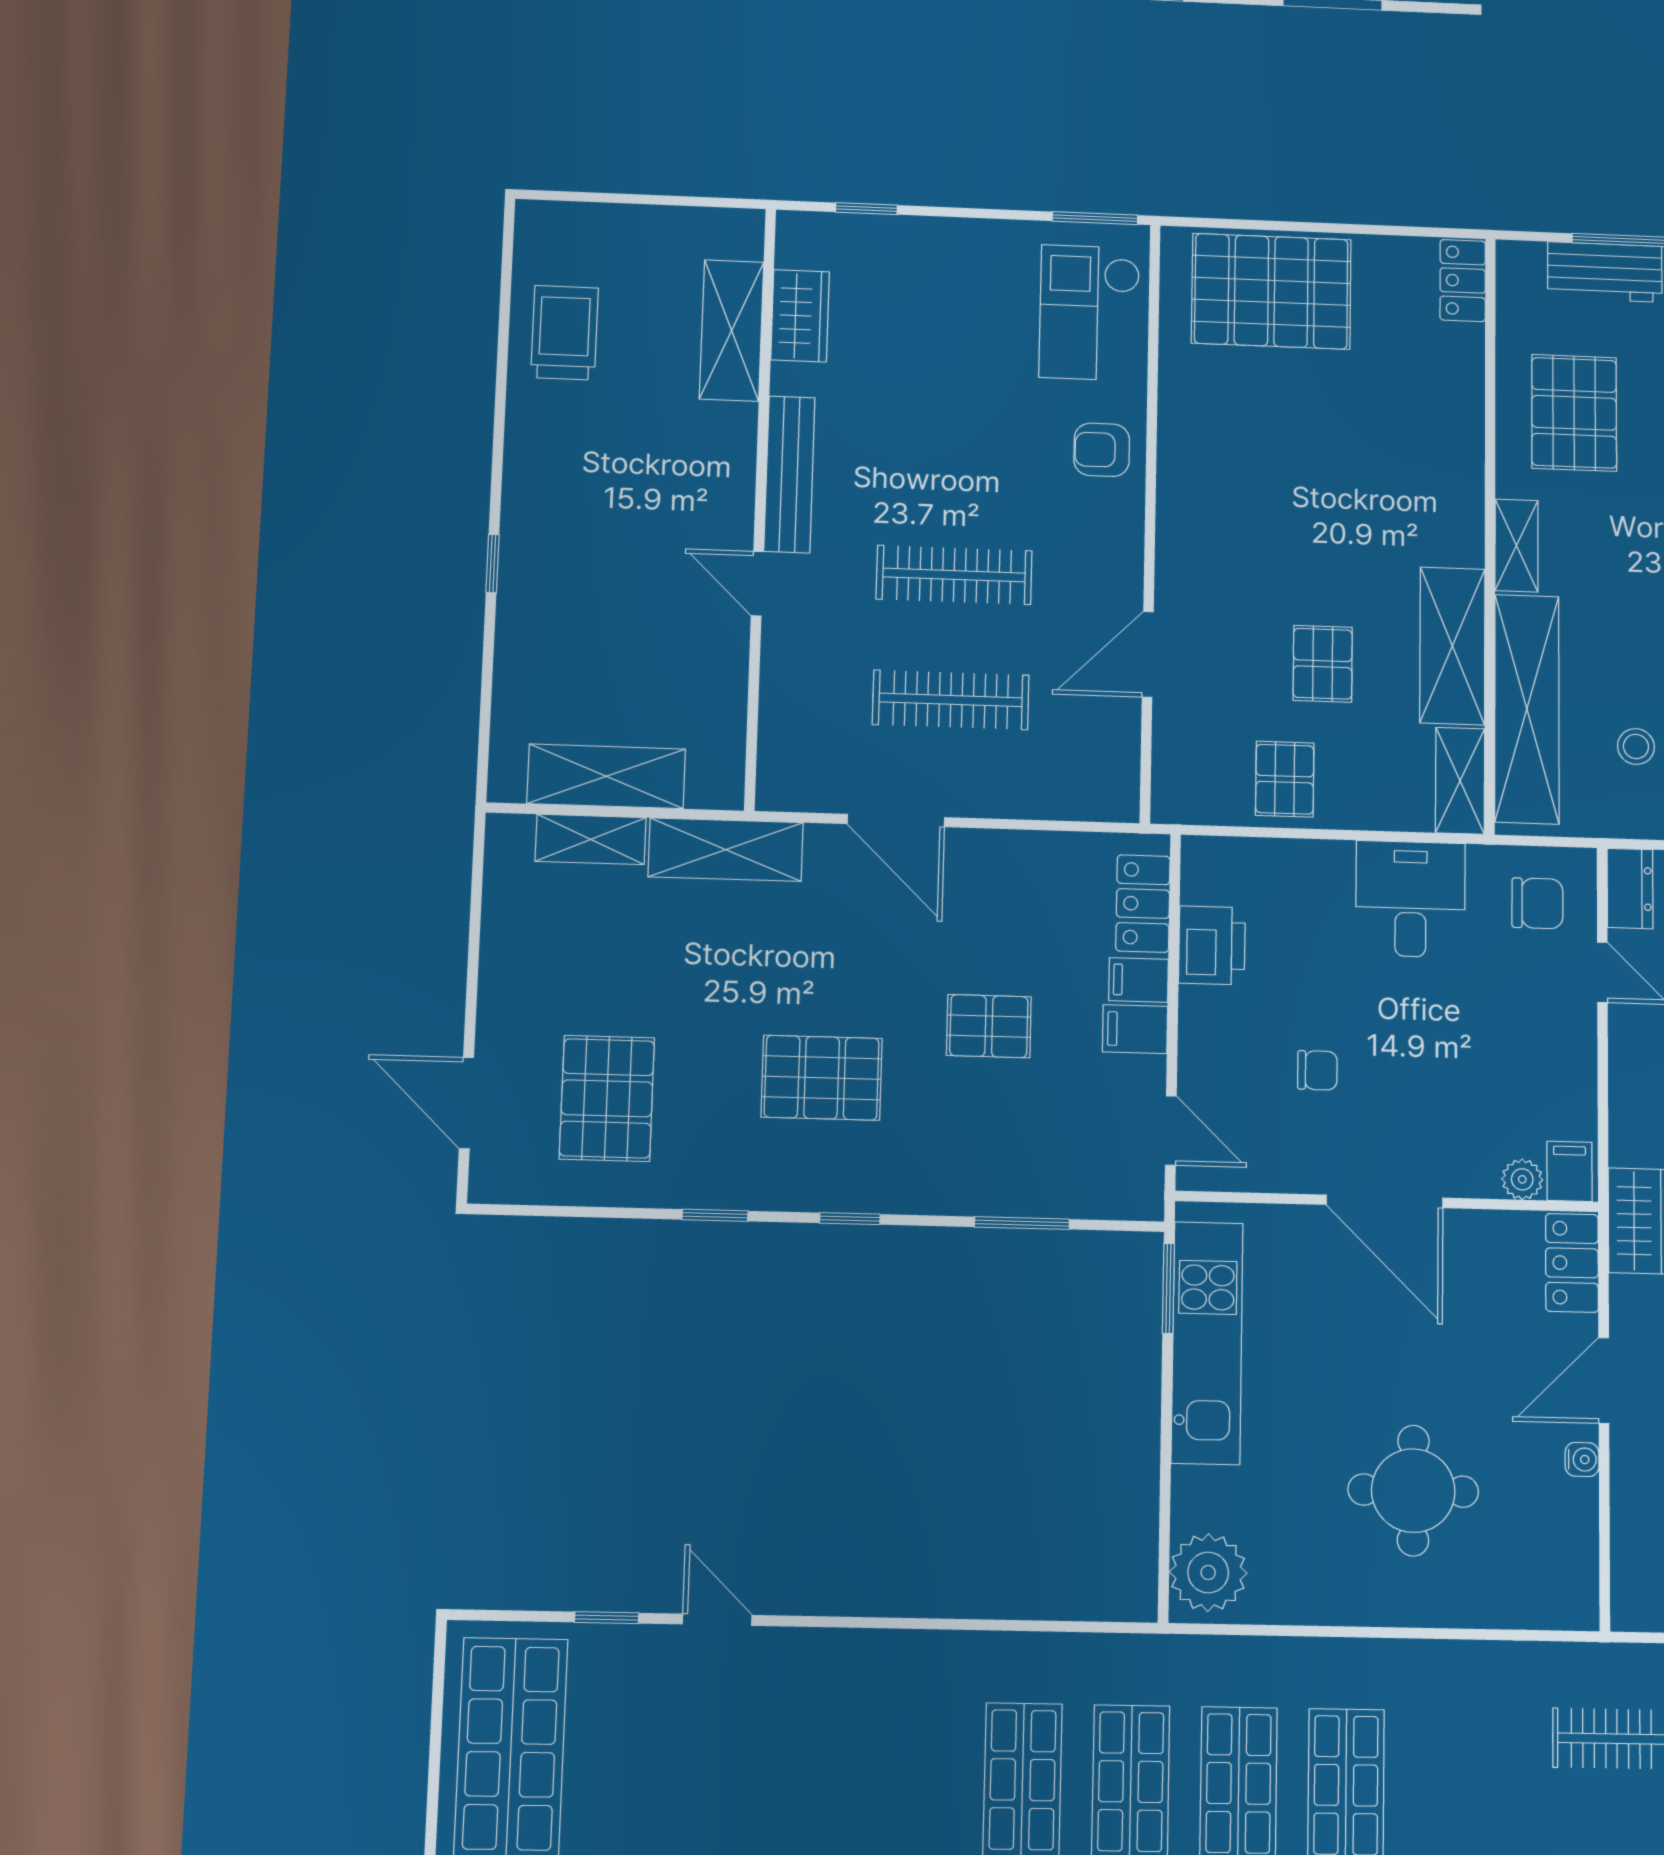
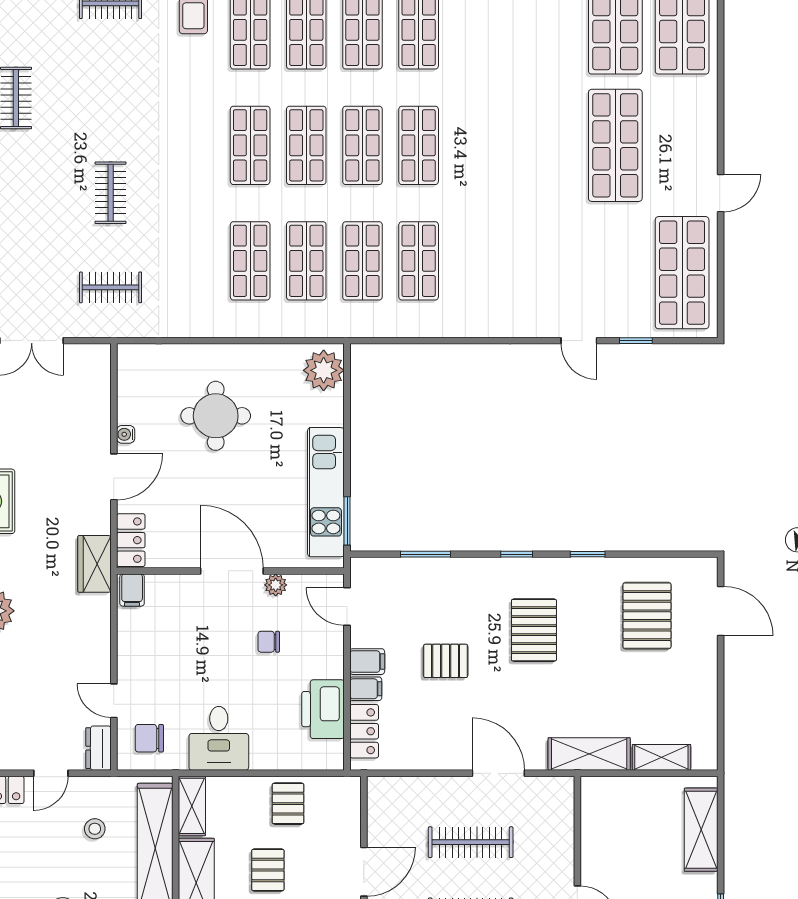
shelving: (606, 776) -> (701, 830), moved, turned 90
printer: (1212, 945) -> (323, 709), width x1.37, depth x1.19
pallet: (822, 1078) -> (534, 630), turned 90
plant: (1522, 1179) -> (276, 585), moved

